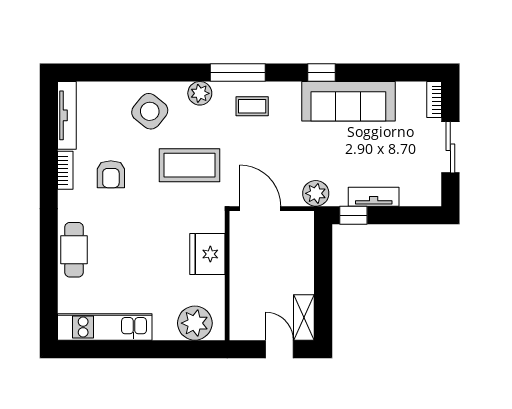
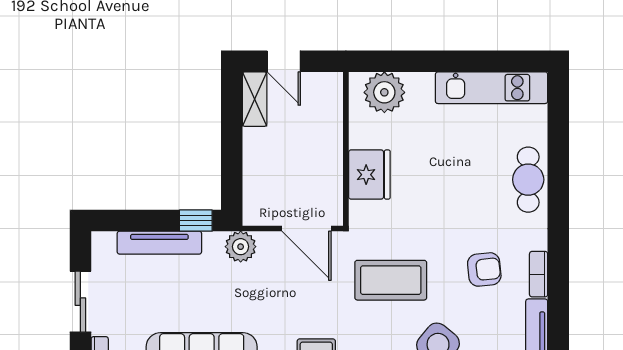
armchair: (111, 174) -> (484, 269), turned 84
tv unit: (374, 197) -> (159, 243), width x1.41

